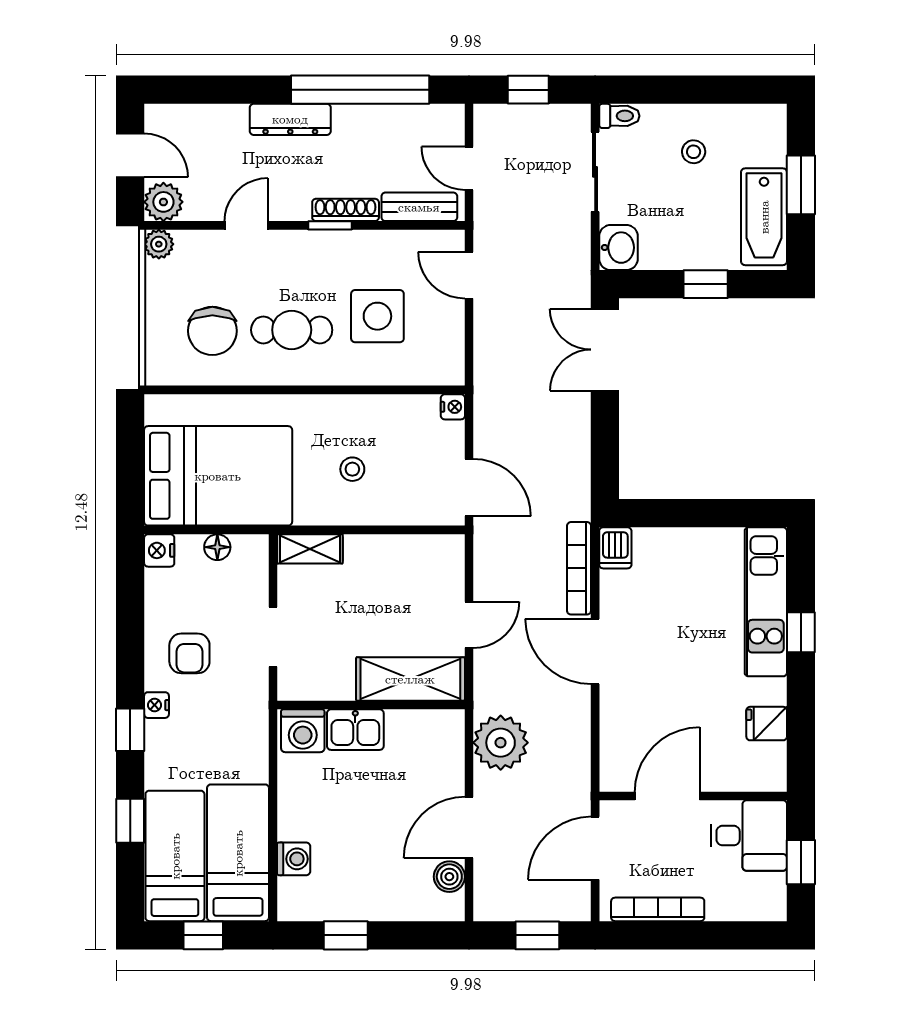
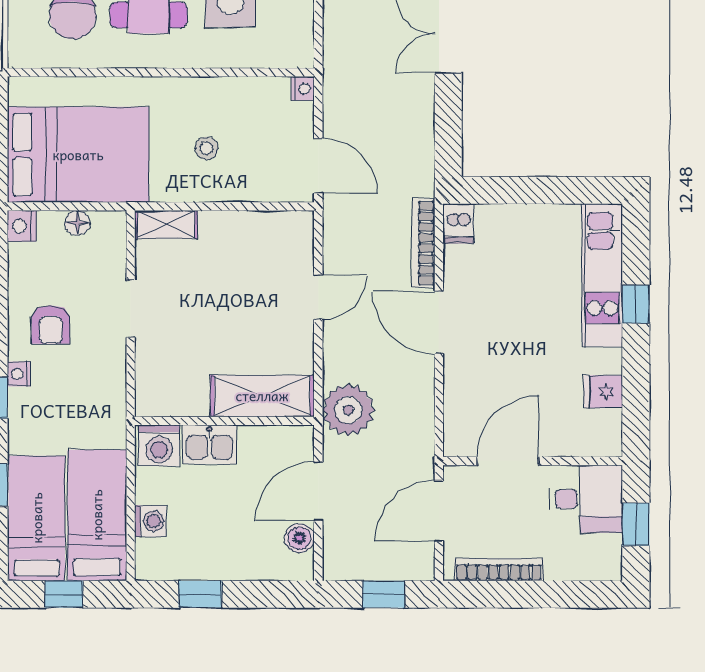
shelving: (410, 679) -> (262, 396), moved
wall: (371, 705) -> (224, 421), moved
kitchen sink: (355, 730) -> (209, 444), moved
washing machine: (303, 731) -> (159, 445), moved

